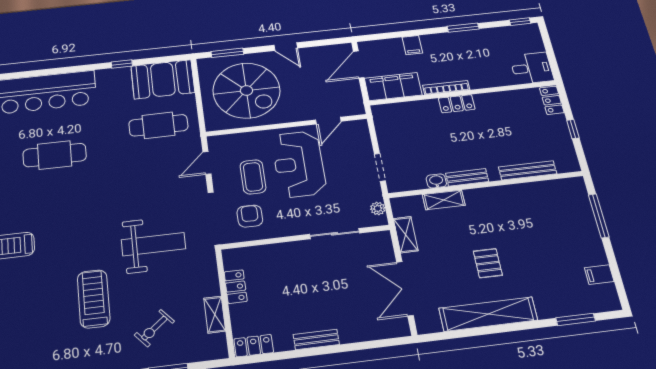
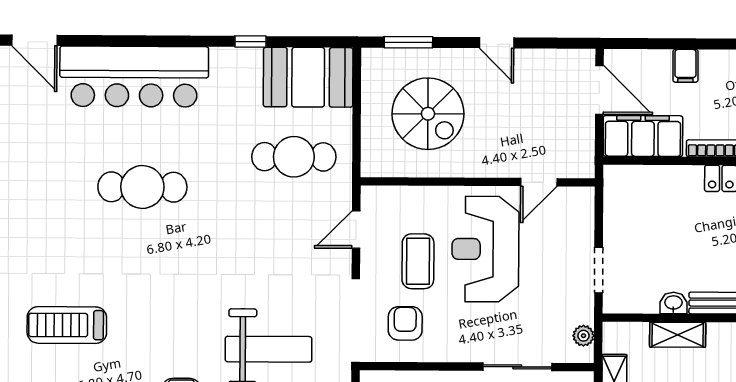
door: (359, 64) -> (599, 90), swing flipped
spiral stairs: (246, 90) -> (428, 114), width x0.73, depth x0.73

